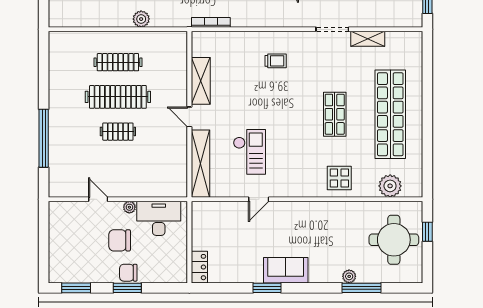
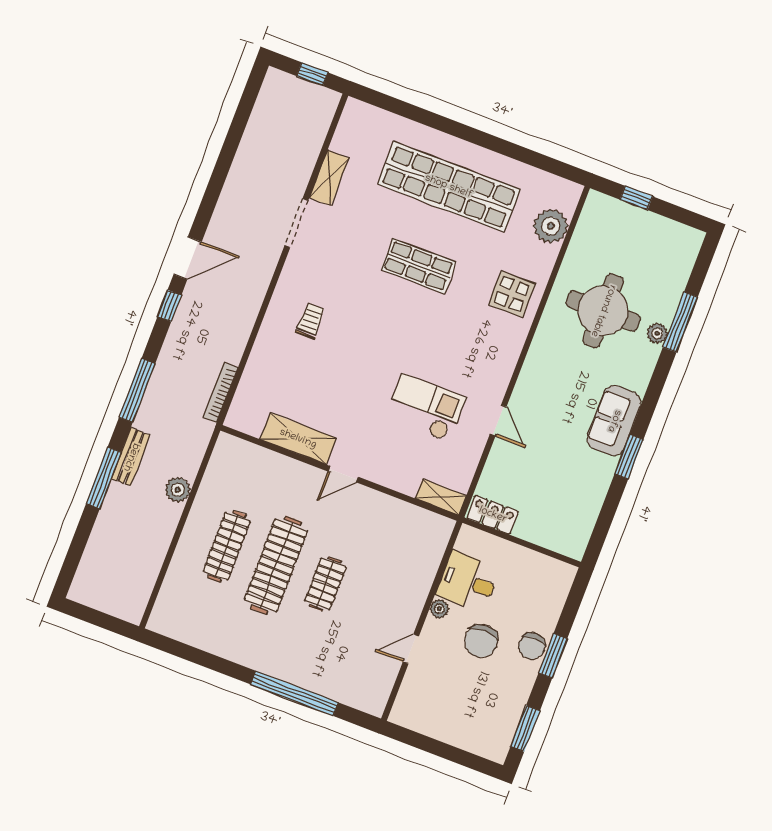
shelving: (201, 164) -> (441, 497), width x0.45, depth x0.75
desk: (159, 218) -> (468, 582), width x0.73
round table: (394, 240) -> (603, 311), moved
locker: (199, 267) -> (493, 515), moved

